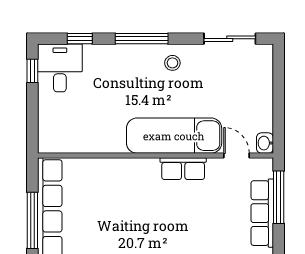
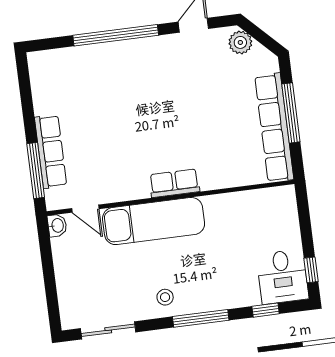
row of seats: (183, 169) -> (174, 183), moved

